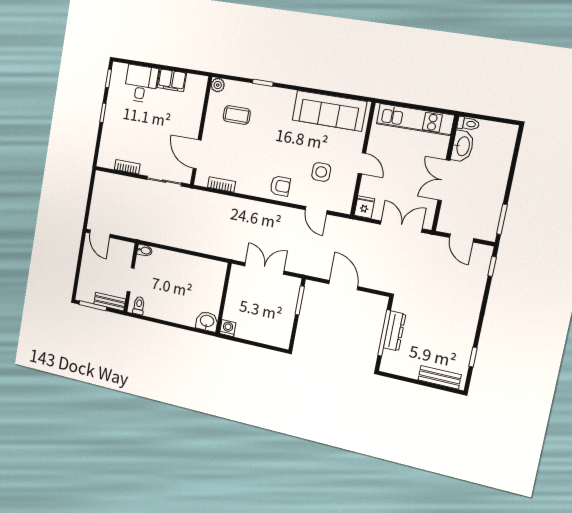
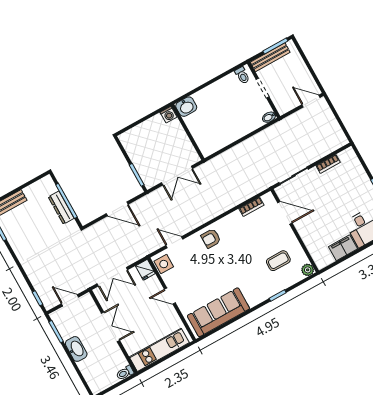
washbasin: (463, 146) -> (76, 349), moved, turned 180
side table: (321, 172) -> (164, 264), moved
bench: (110, 302) -> (270, 57), width x1.36

